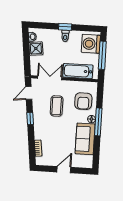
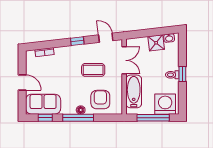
armchair: (83, 101) -> (100, 100), turned 90
sofa: (85, 139) -> (43, 104), moved
window: (96, 151) -> (45, 118), added

